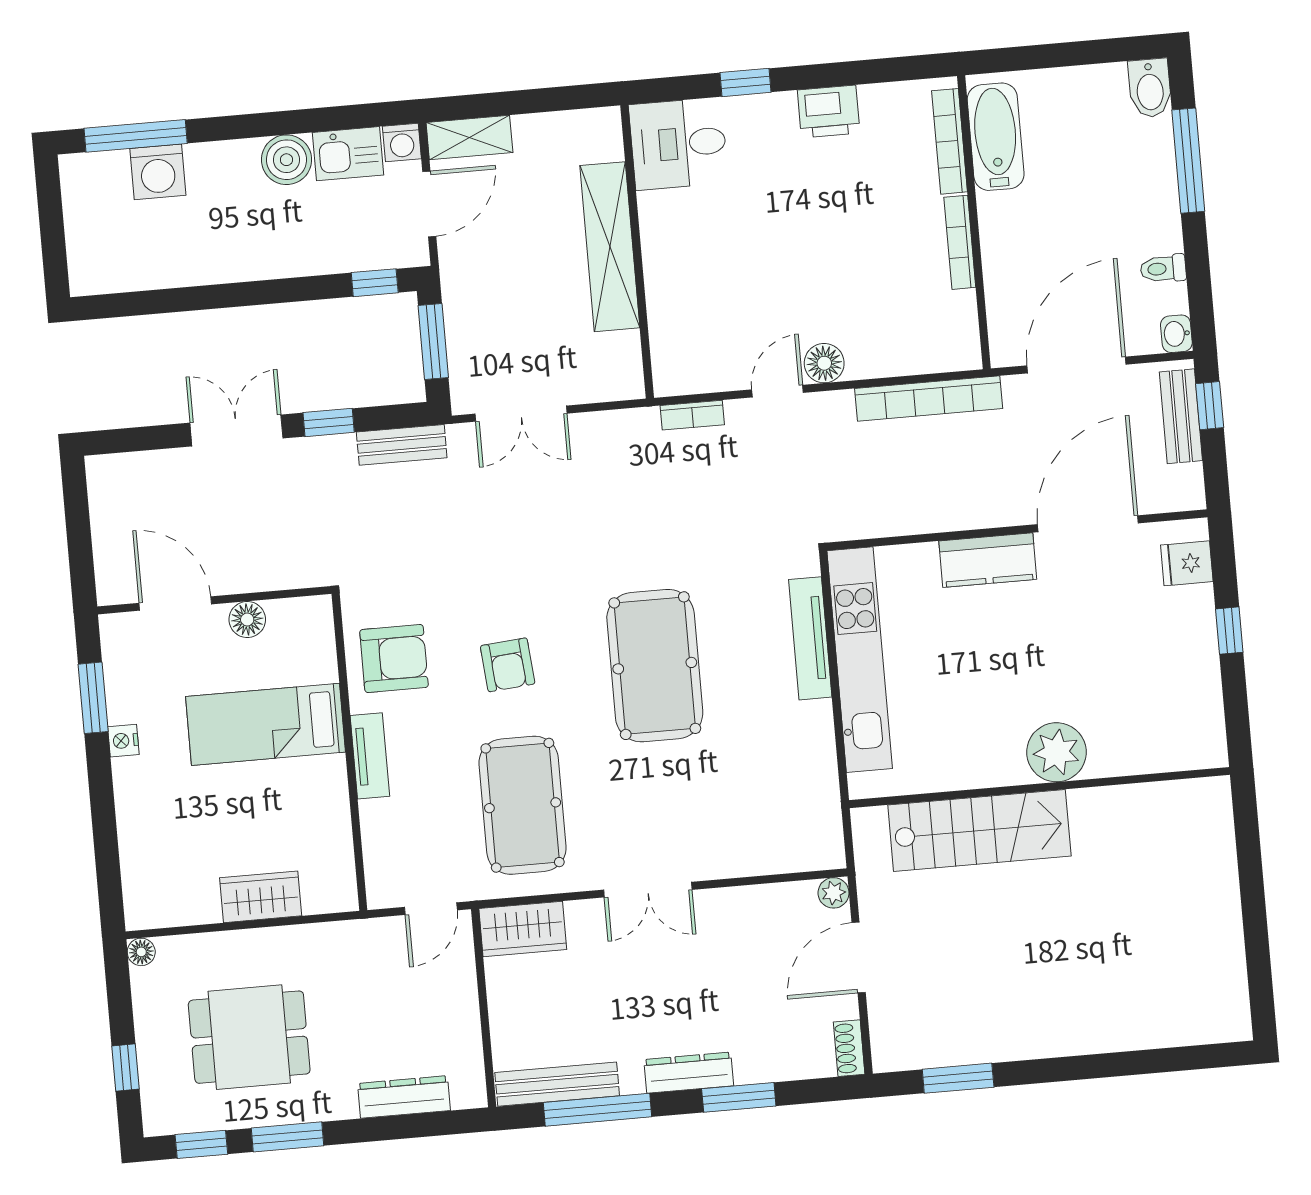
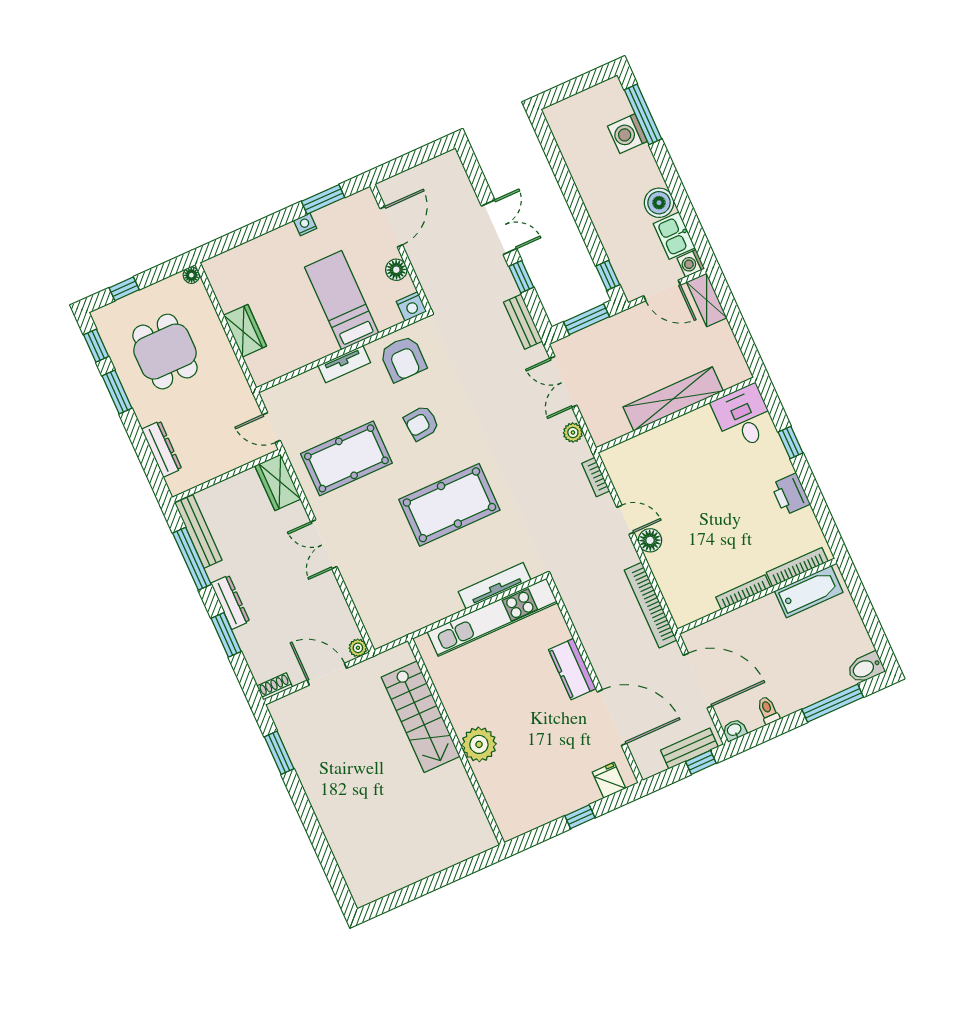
plant: (608, 427) -> (573, 433), added
nightstand: (315, 616) -> (411, 306), added

